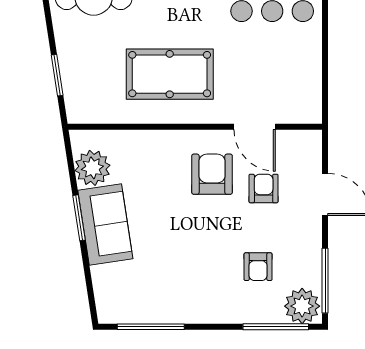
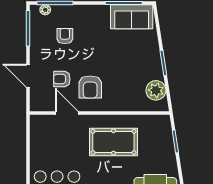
armchair: (264, 188) -> (62, 79), turned 90
sofa: (105, 224) -> (132, 17), moved, turned -81
plant: (302, 306) -> (45, 10), width x0.53, depth x0.53

